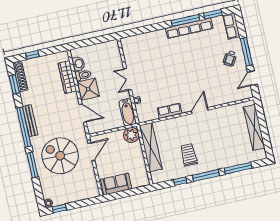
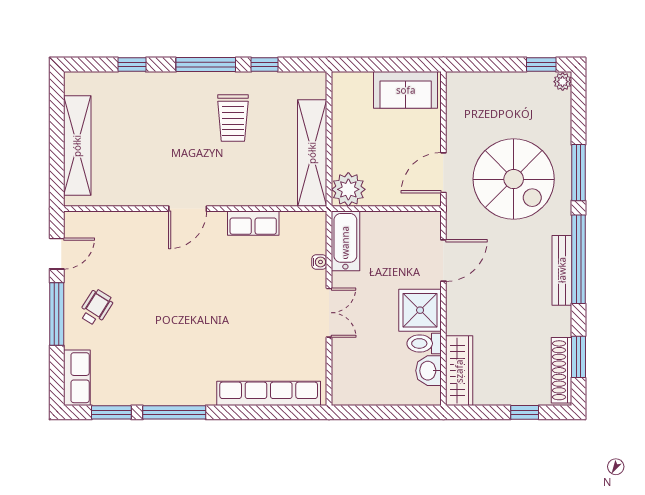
row of seats: (189, 28) -> (269, 393), moved
wardrobe: (67, 77) -> (459, 371), moved
door: (83, 113) -> (443, 261), swing flipped
window: (238, 168) -> (132, 65), width x0.46

